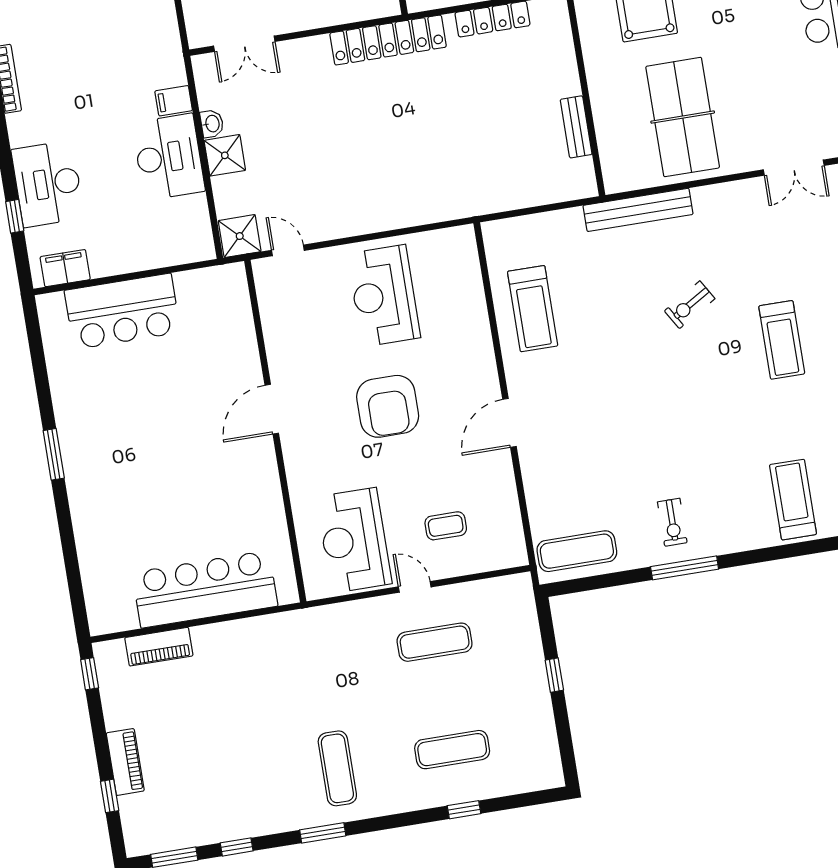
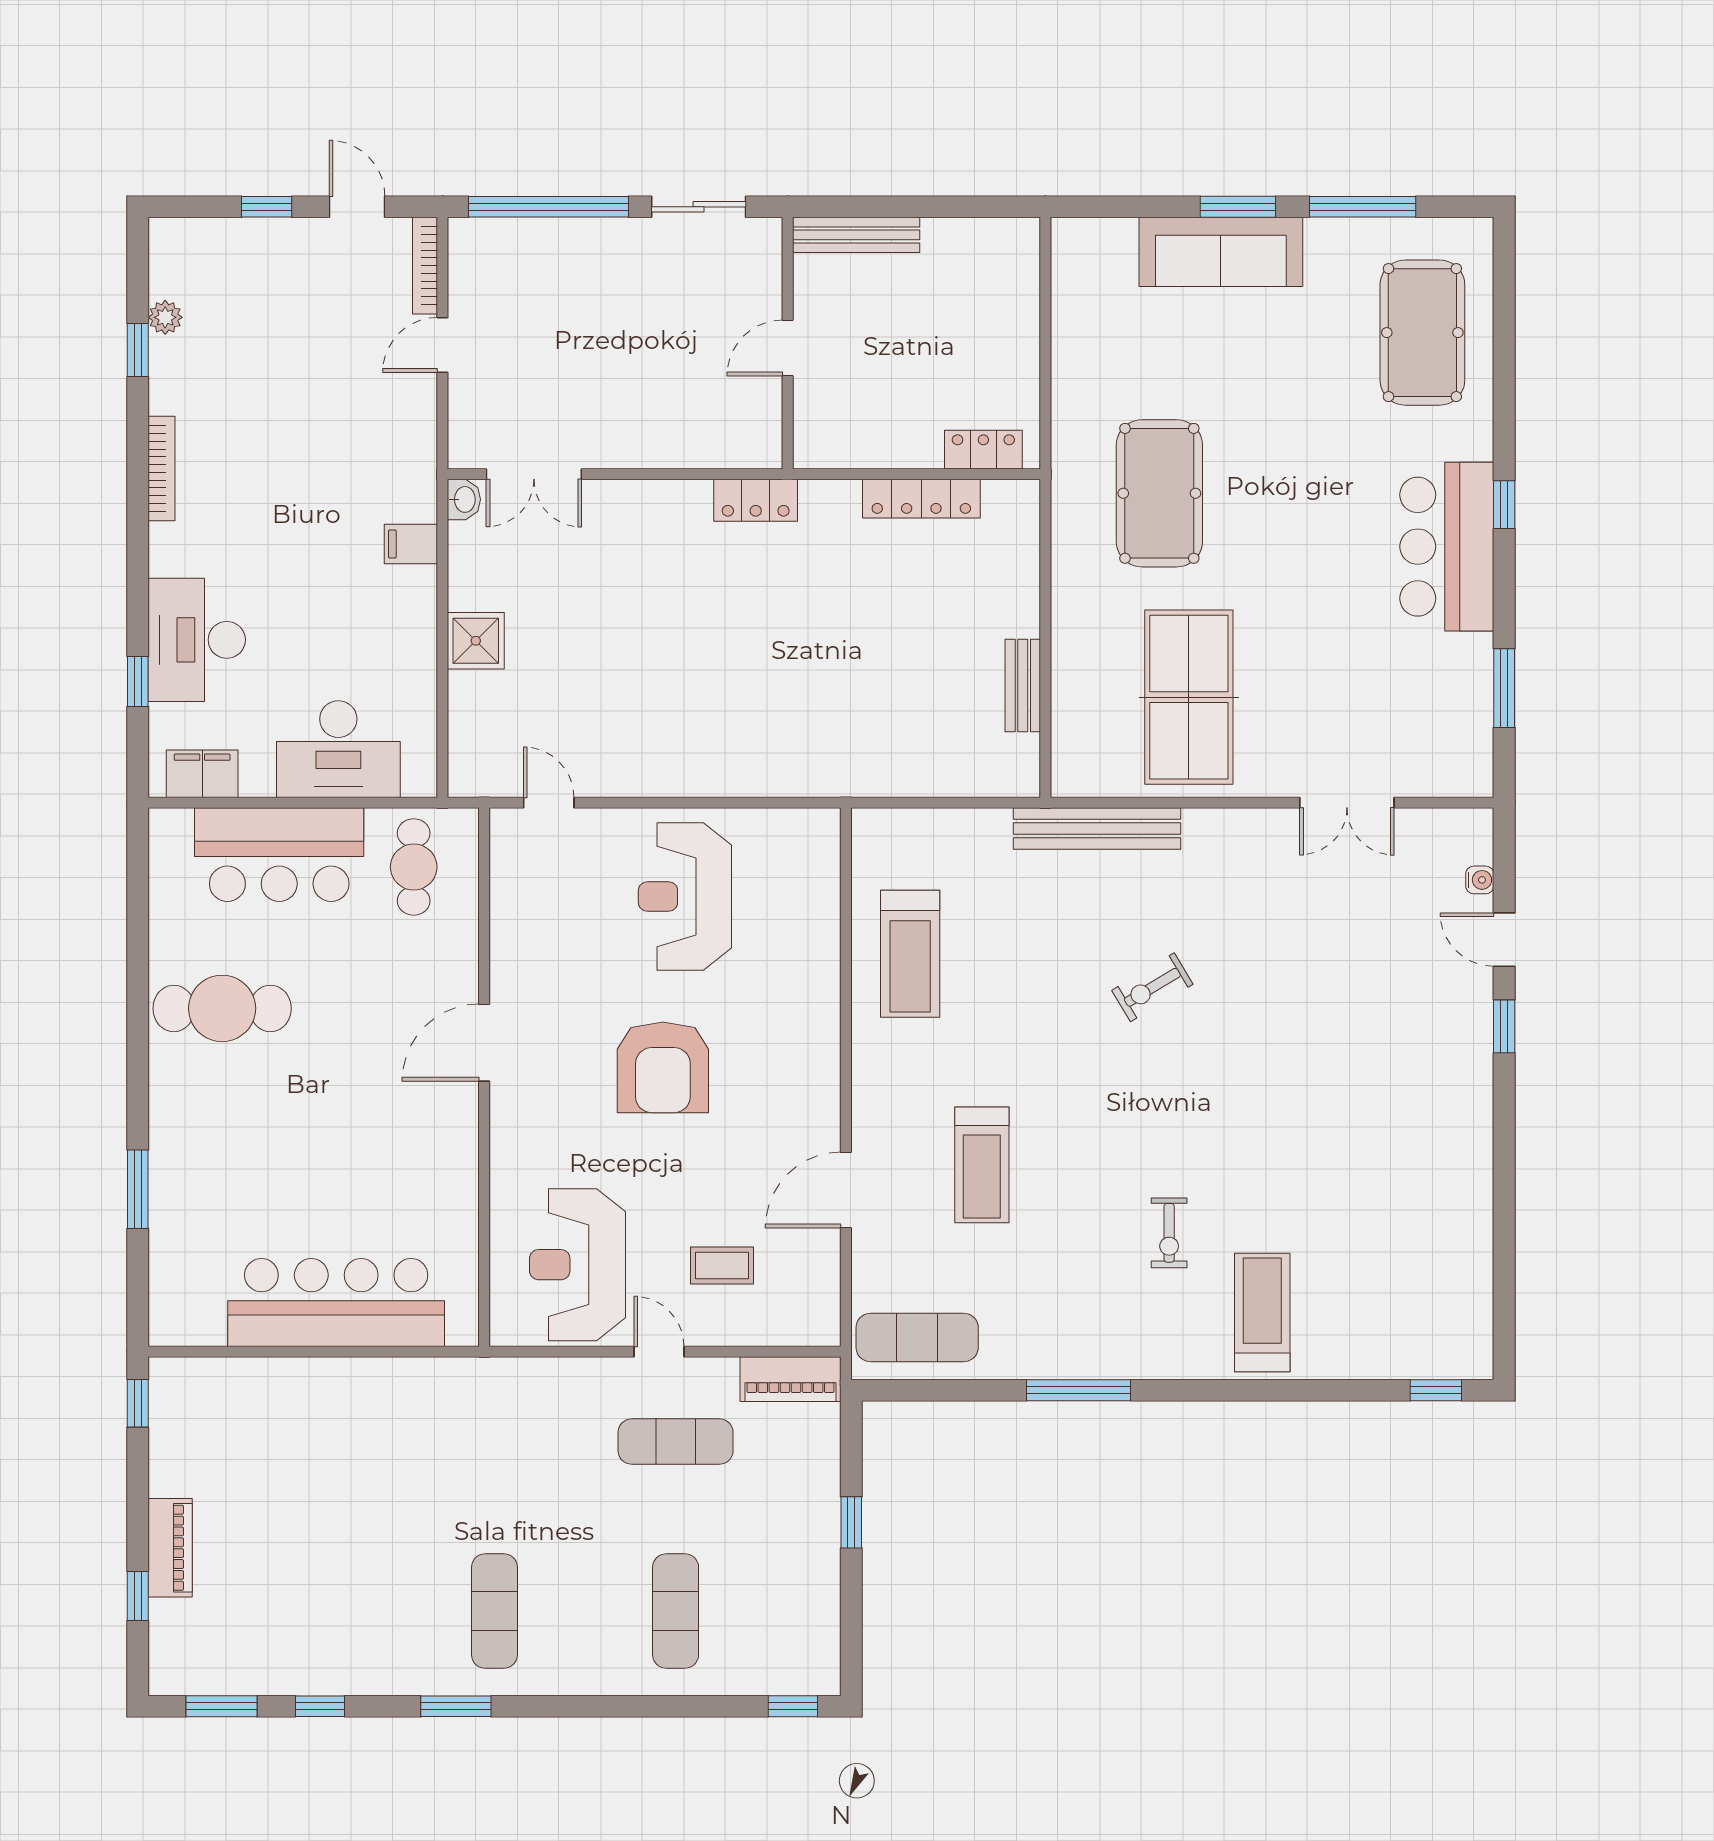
locker: (388, 40) -> (756, 500), width x0.46, depth x0.83
washbasin: (212, 124) -> (464, 499), moved
desk: (169, 157) -> (338, 749), moved, turned 90
shower: (240, 236) -> (478, 768), removed
cafe table: (209, 305) -> (414, 867), added
treadmill: (782, 340) -> (982, 1165), moved
cafe table: (102, 415) -> (222, 1008), added
door: (509, 423) -> (846, 1190), moved
window: (54, 454) -> (138, 1189), moved
exercise bike: (672, 522) -> (1169, 1233), moved
piano: (159, 647) -> (791, 1379), moved
exercise mat: (452, 750) -> (676, 1611), turned 90
window: (464, 810) -> (793, 1706), moved

